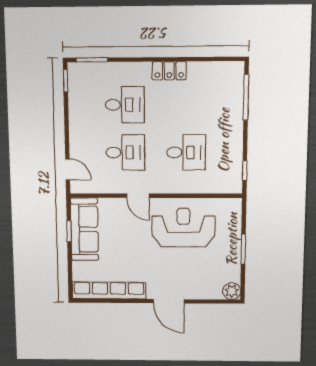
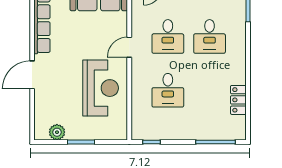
locker: (169, 71) -> (238, 100), moved
plant: (232, 291) -> (57, 132), moved

